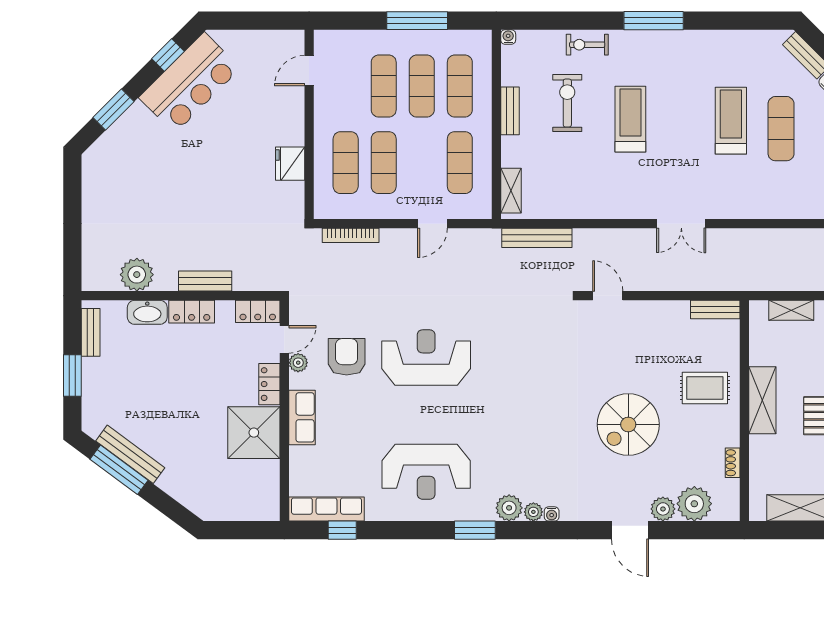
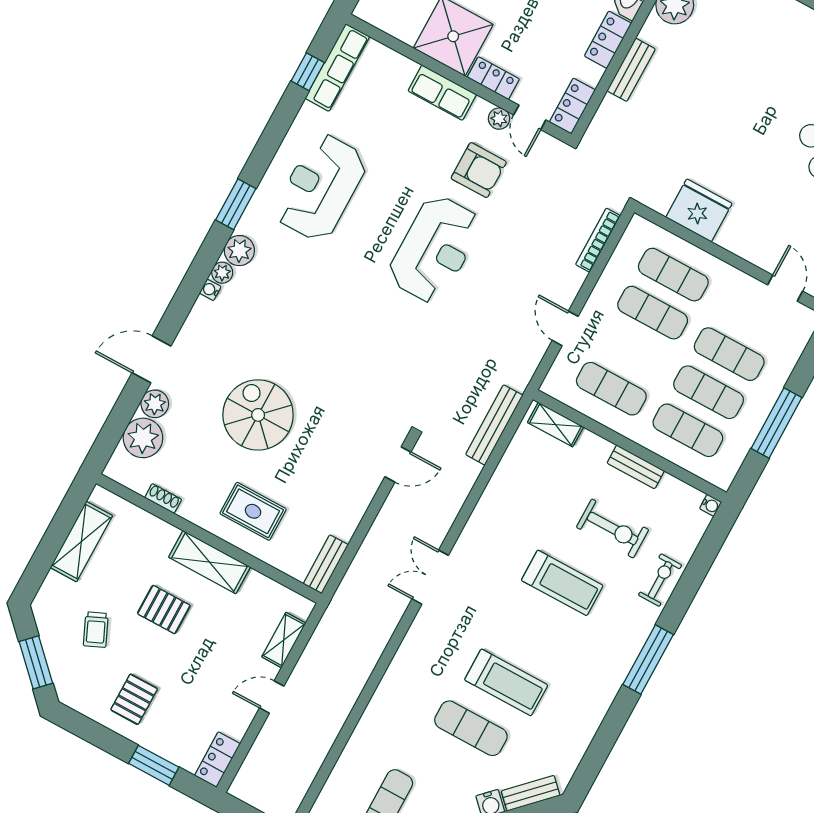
fridge: (290, 164) -> (699, 210), width x1.36, depth x1.34
rug: (705, 388) -> (253, 511), turned 90

